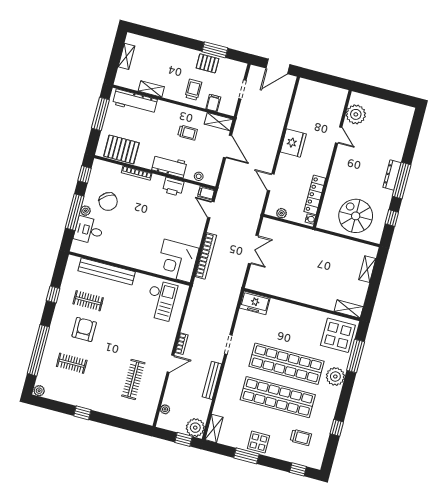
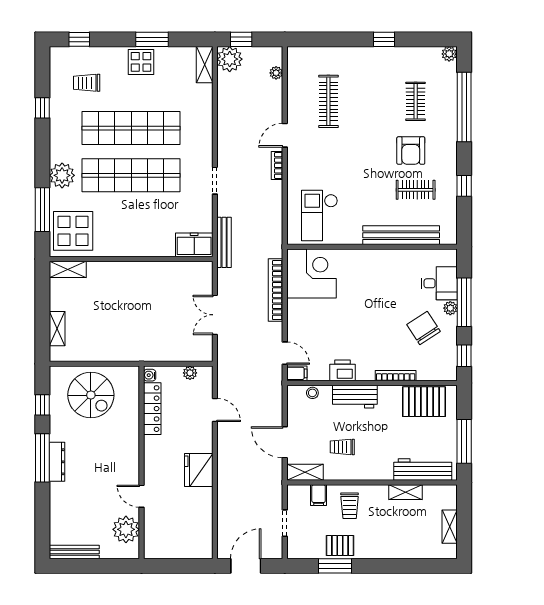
bench: (397, 108) -> (74, 552), added
clothes rail: (72, 363) -> (416, 101), turned 90
bench: (212, 380) -> (224, 242), moved

